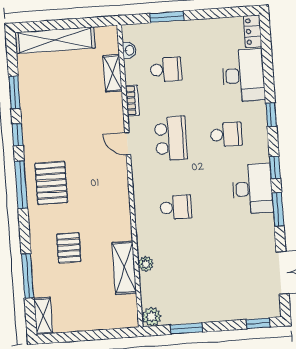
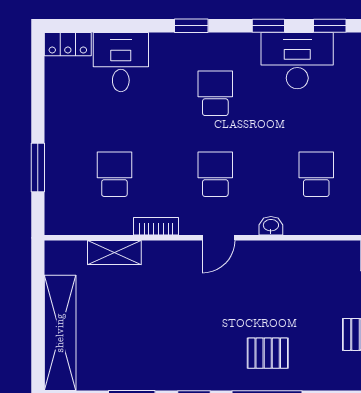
washbasin: (129, 50) -> (271, 226), moved
desk: (243, 75) -> (121, 62), width x0.73
school desk: (171, 138) -> (215, 174), width x0.54
pallet: (51, 183) -> (268, 353), width x0.67, depth x0.71
window: (278, 209) -> (330, 26), width x0.67

